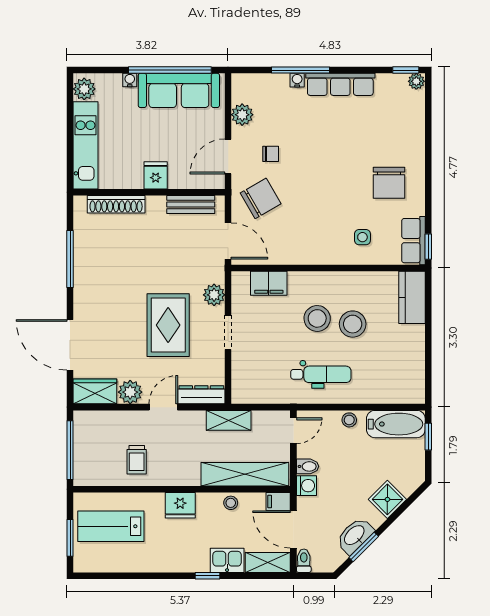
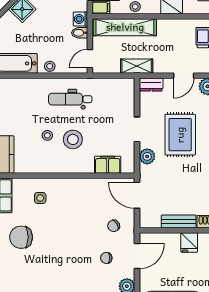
chair: (389, 183) -> (21, 237), turned -90
chair: (261, 198) -> (114, 226), width x0.54, depth x0.54
bench: (191, 204) -> (179, 221), moved
stool: (353, 324) -> (47, 135), width x0.53, depth x0.53
dresser: (201, 395) -> (151, 84), width x0.70

